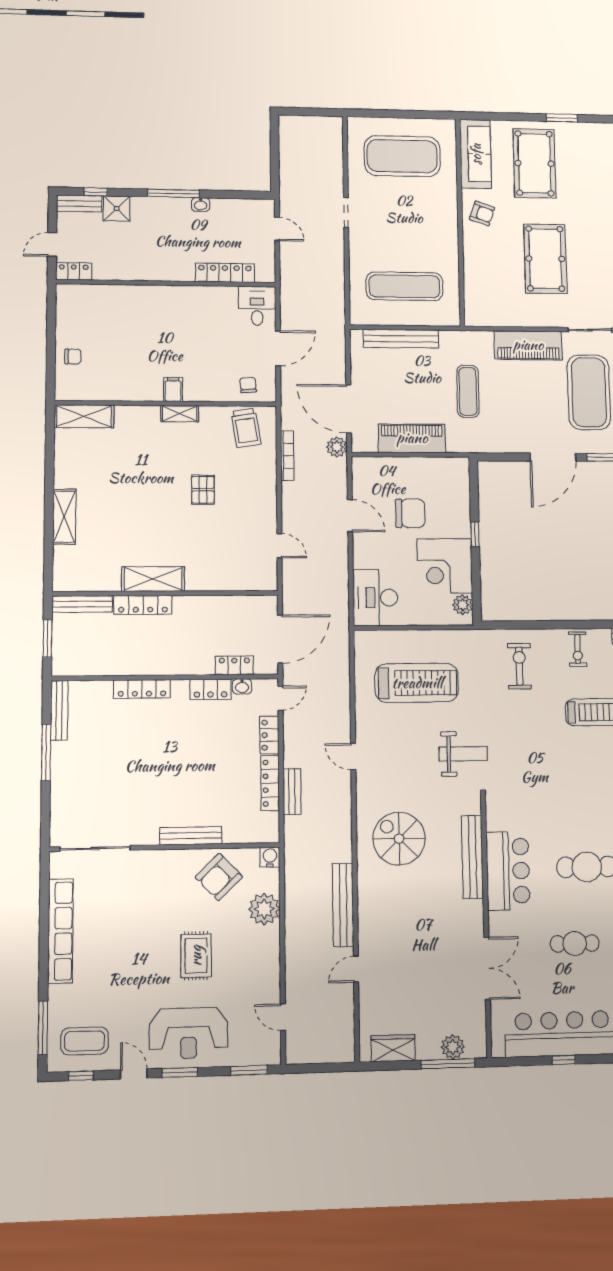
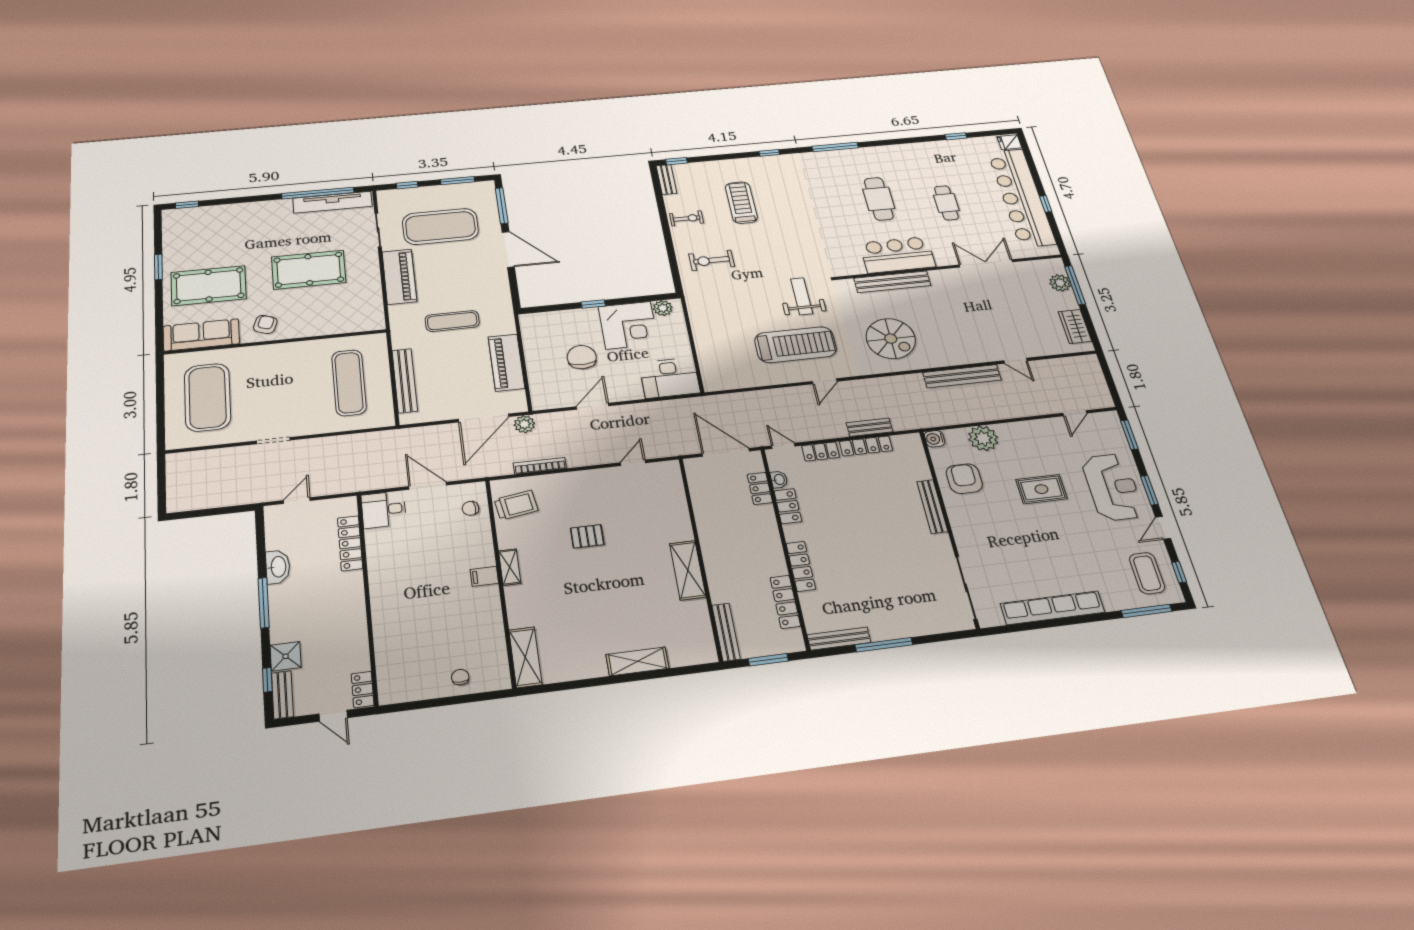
washbasin: (201, 205) -> (278, 567), width x1.91, depth x1.45
locker: (143, 605) -> (785, 602), moved, turned 180
treadmill: (417, 683) -> (796, 345), moved, turned 90
spiral stairs: (399, 839) -> (891, 339), turned -90
armchair: (219, 877) -> (964, 479), turned -136

